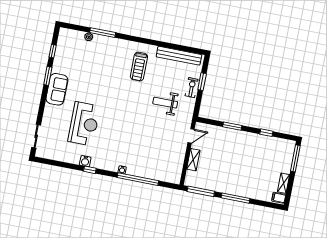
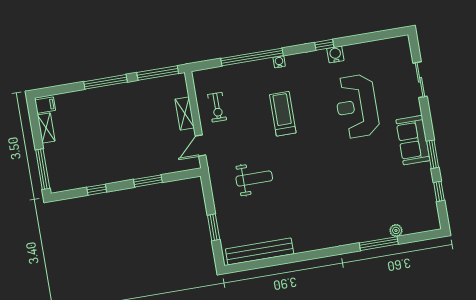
treadmill: (139, 67) -> (283, 114), moved
exercise bike: (192, 88) -> (217, 107), moved
sliding door: (36, 136) -> (420, 80), moved

